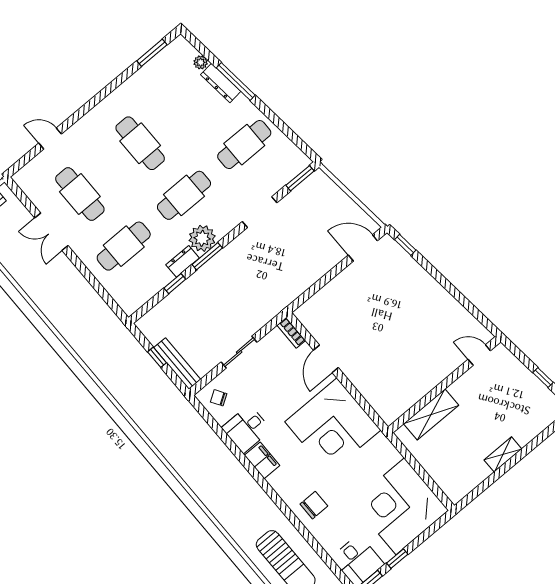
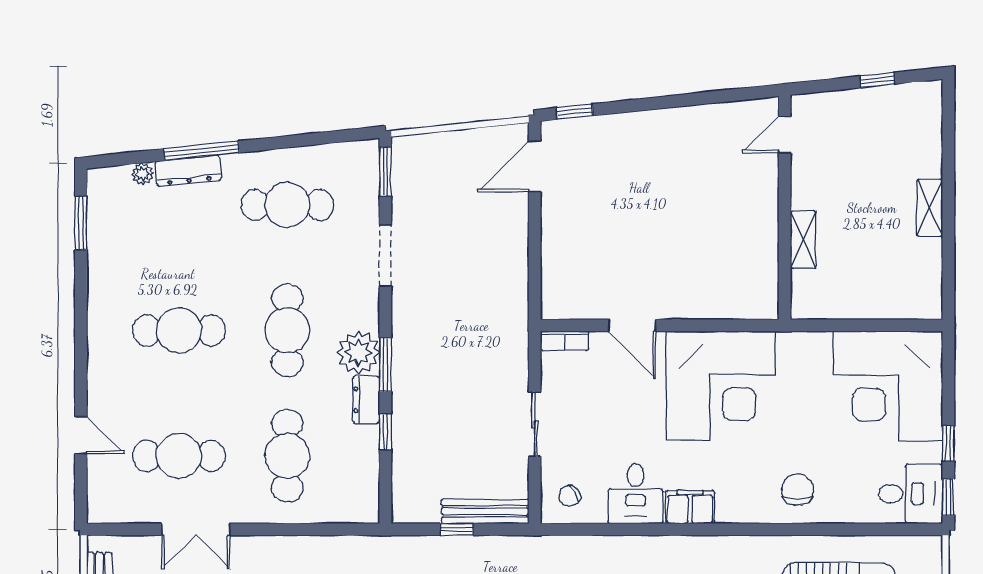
door: (50, 139) -> (81, 435), swing flipped
cafe table: (244, 145) -> (287, 205), turned 90
shelving: (431, 414) -> (803, 240), width x0.67, depth x0.75

